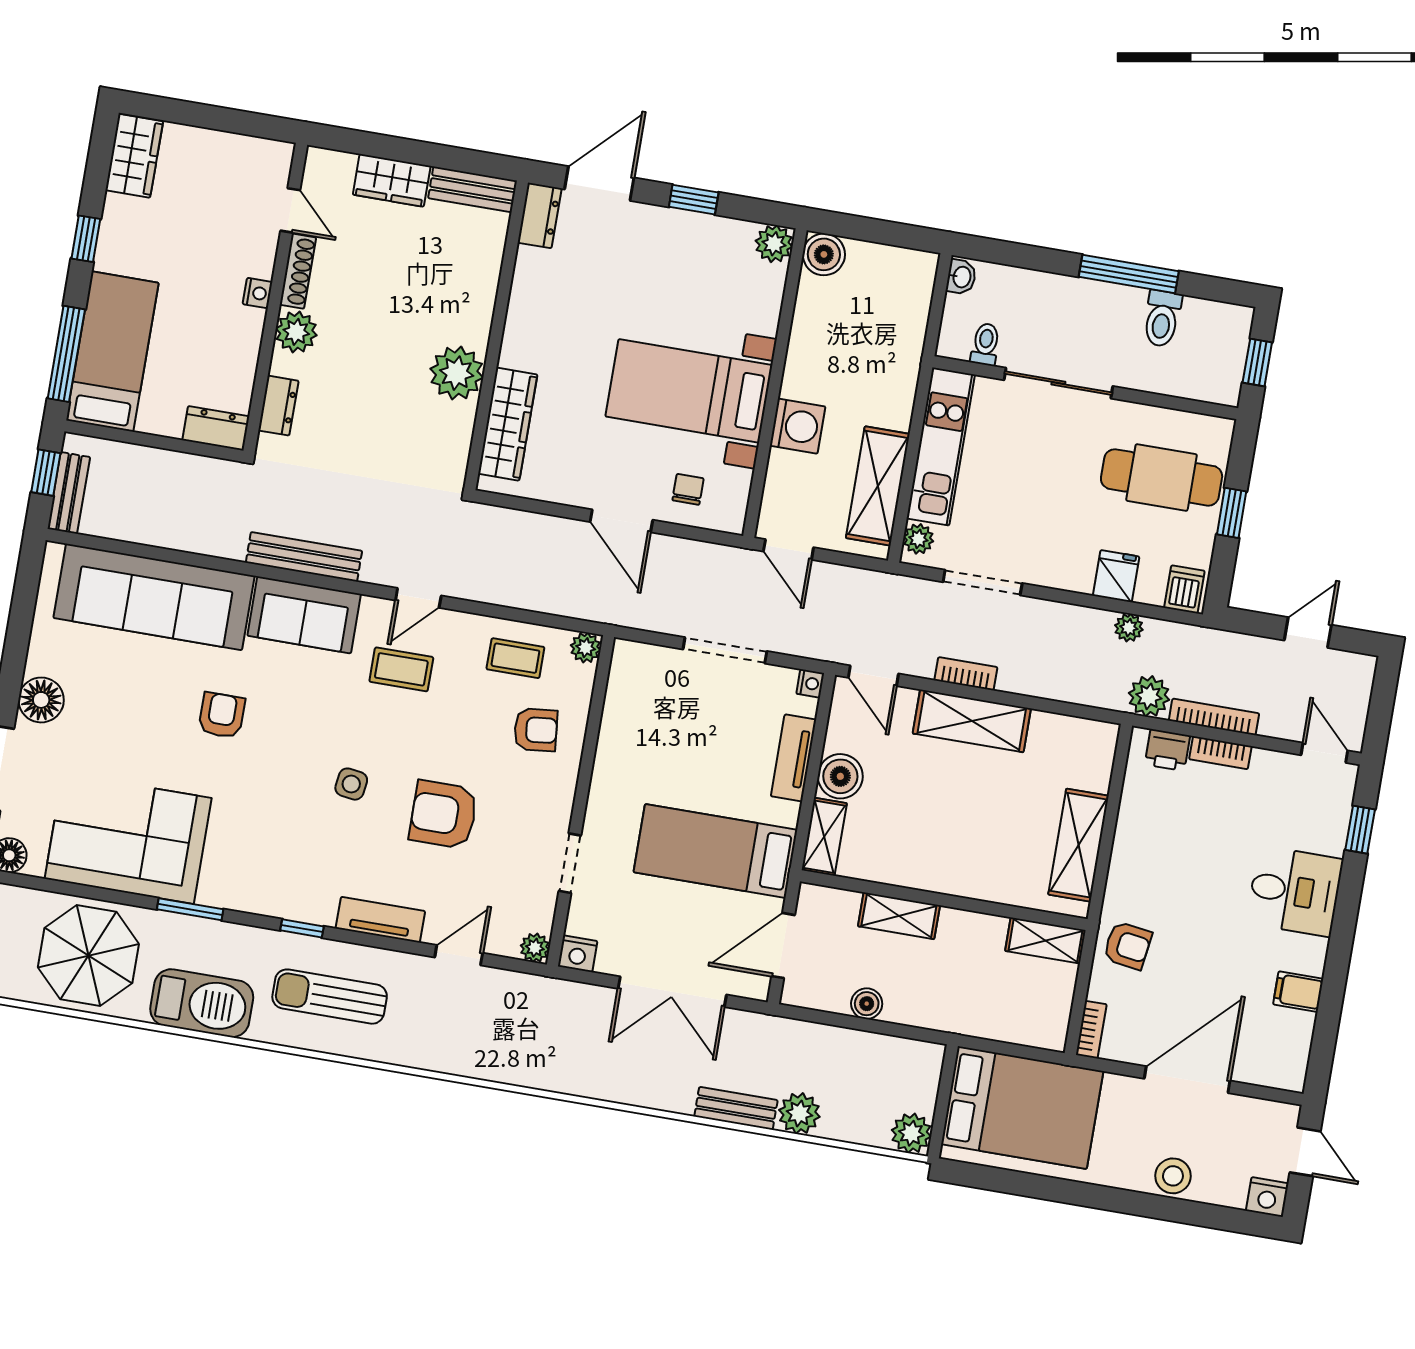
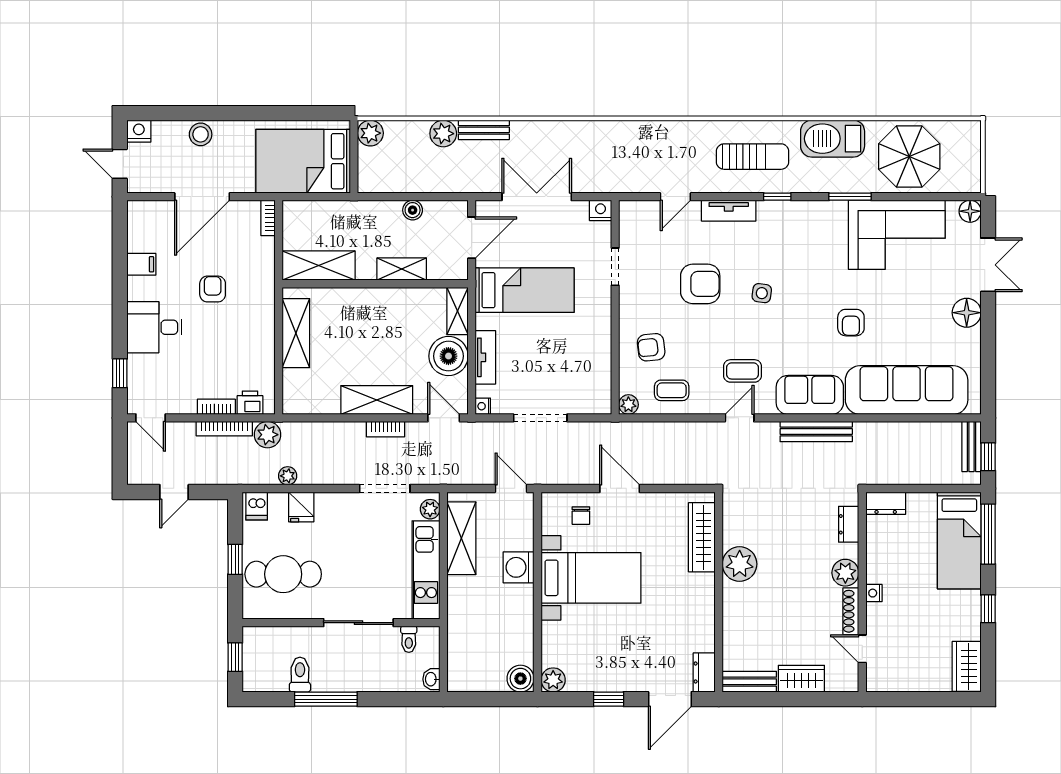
boiler: (840, 776) -> (448, 356), width x1.37, depth x1.37
shelving: (1045, 941) -> (319, 266), width x1.50, depth x1.33
armchair: (1128, 945) -> (213, 289), moved, turned 82
plant: (535, 948) -> (628, 210), removed

